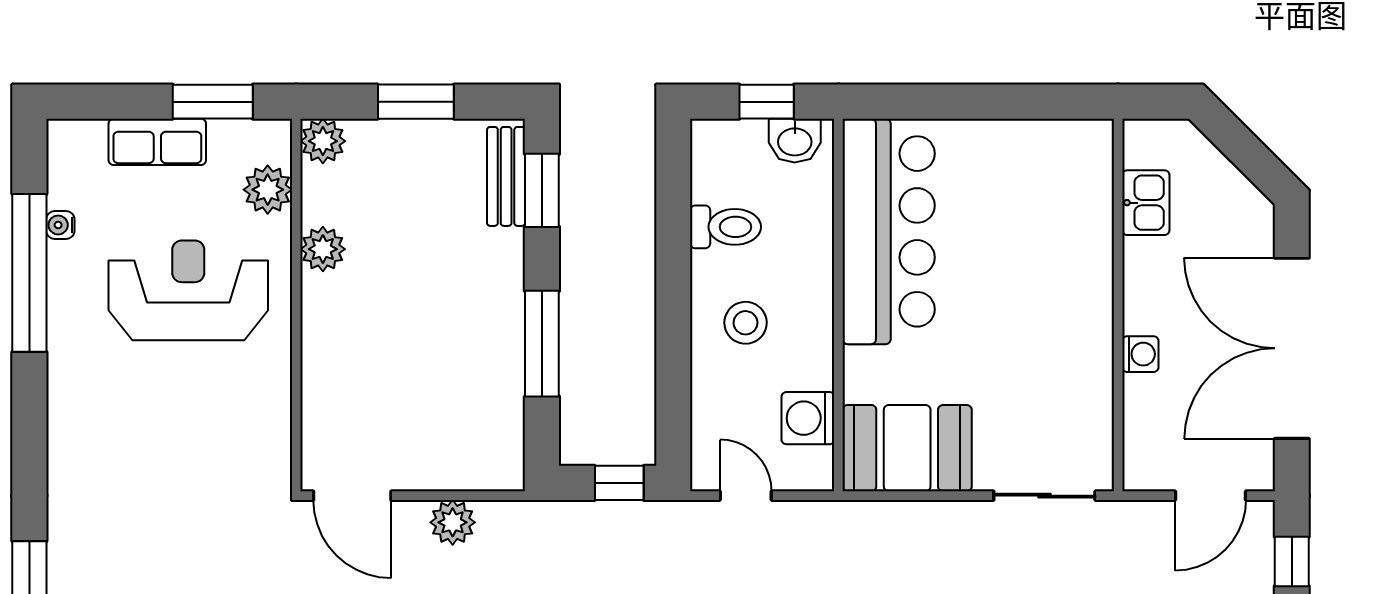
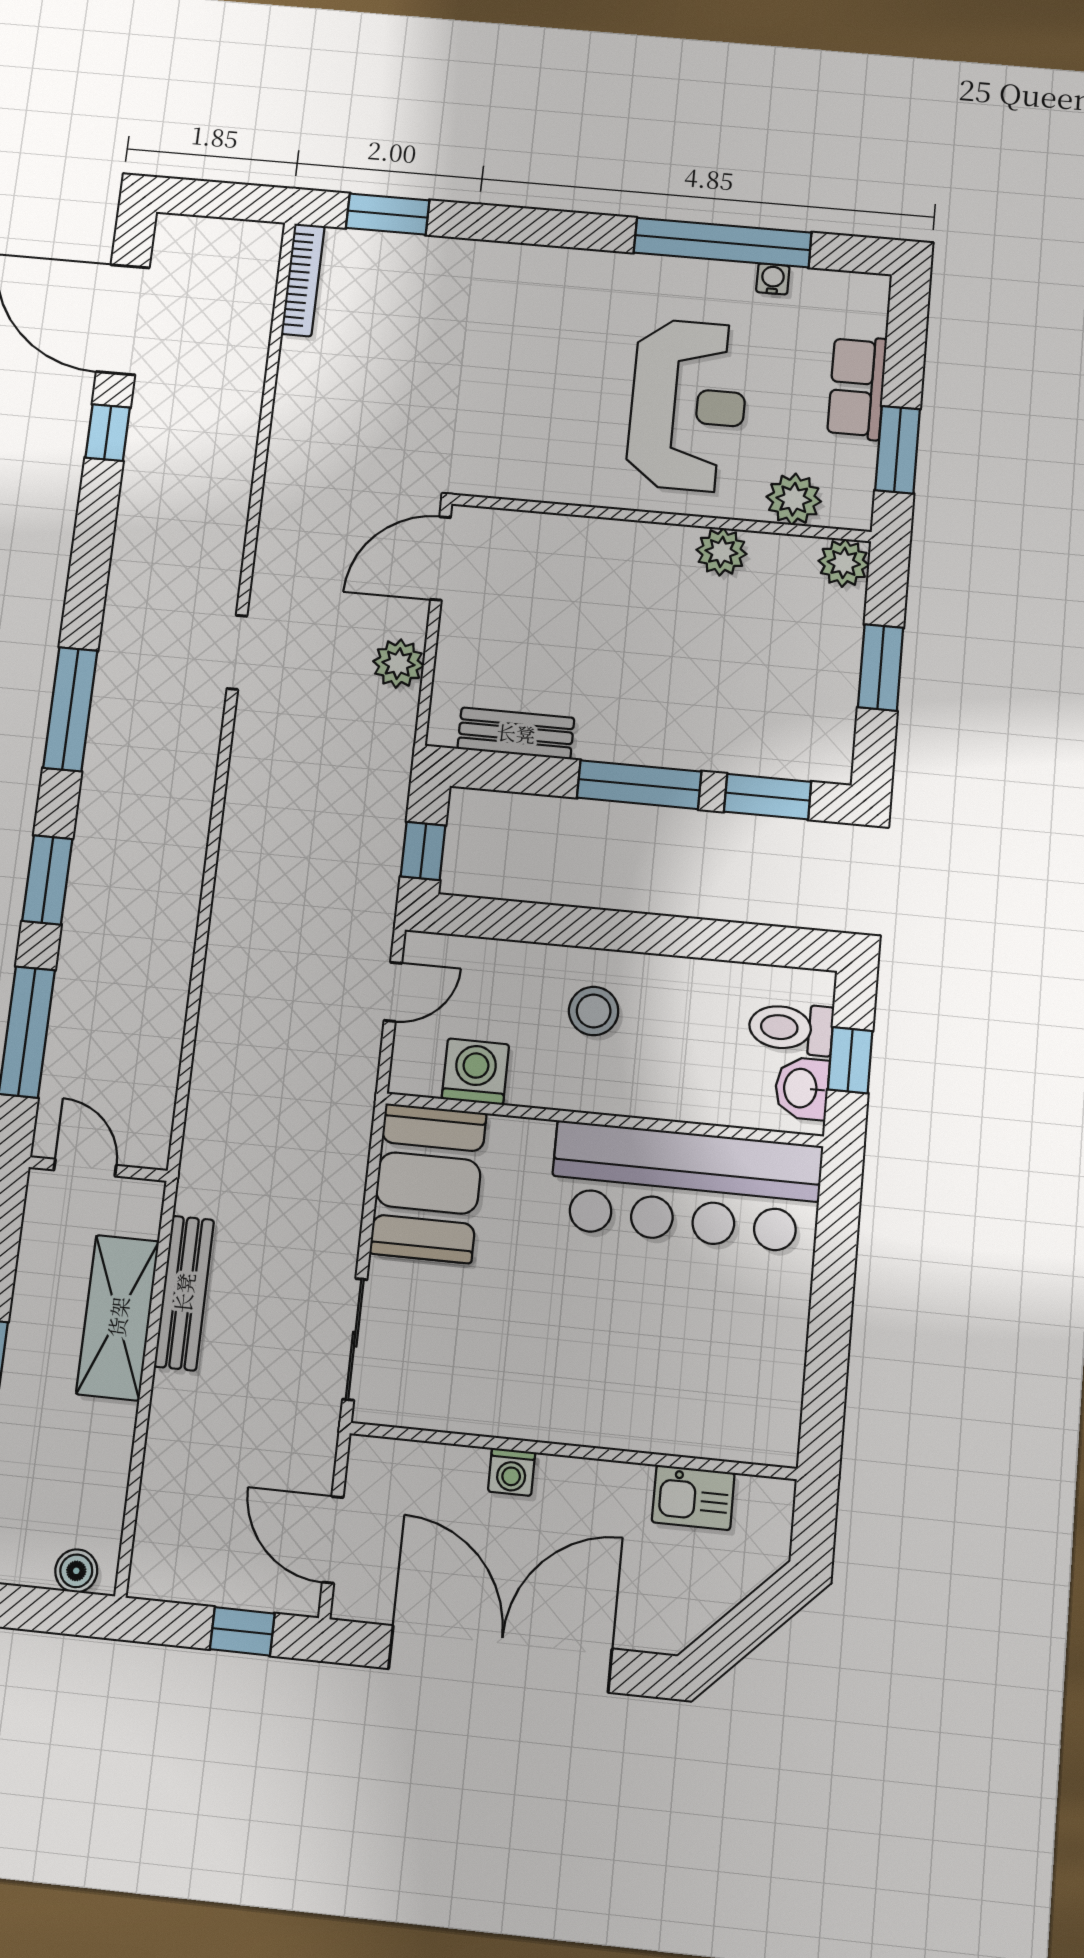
bench: (506, 176) -> (516, 733), moved
toilet: (726, 227) -> (791, 1028), moved, turned 90
window: (542, 344) -> (639, 785), moved

